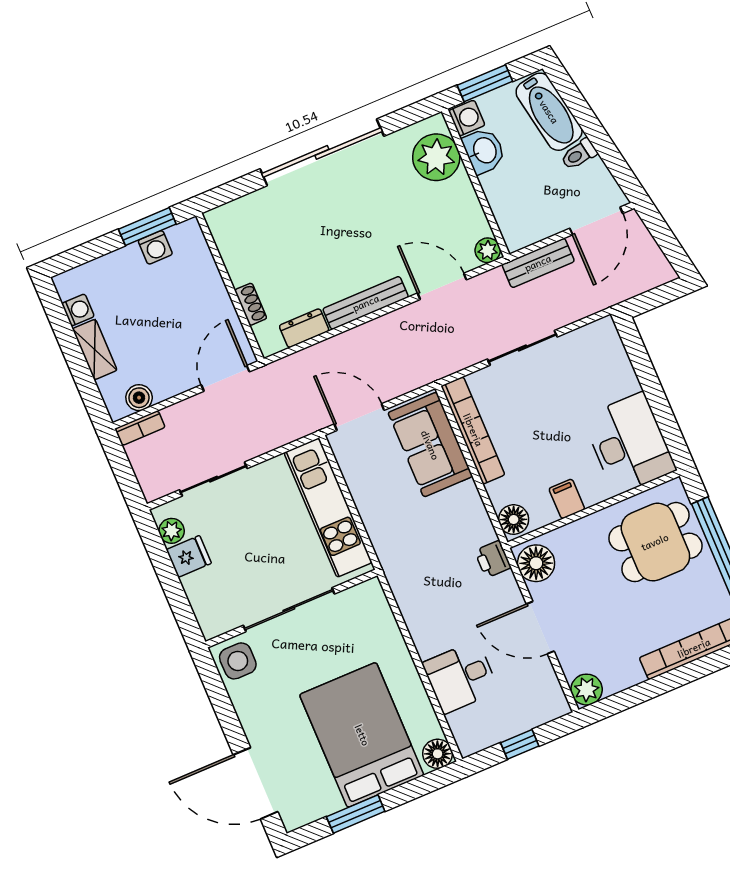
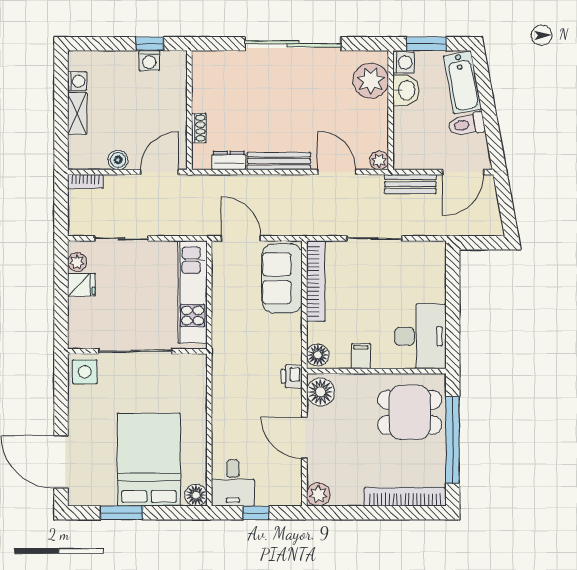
toilet: (579, 154) -> (466, 124), width x1.37, depth x1.39
window: (147, 227) -> (150, 44), width x0.67
boiler: (139, 398) -> (118, 160), moved
desk: (461, 677) -> (233, 483), moved, turned -90

